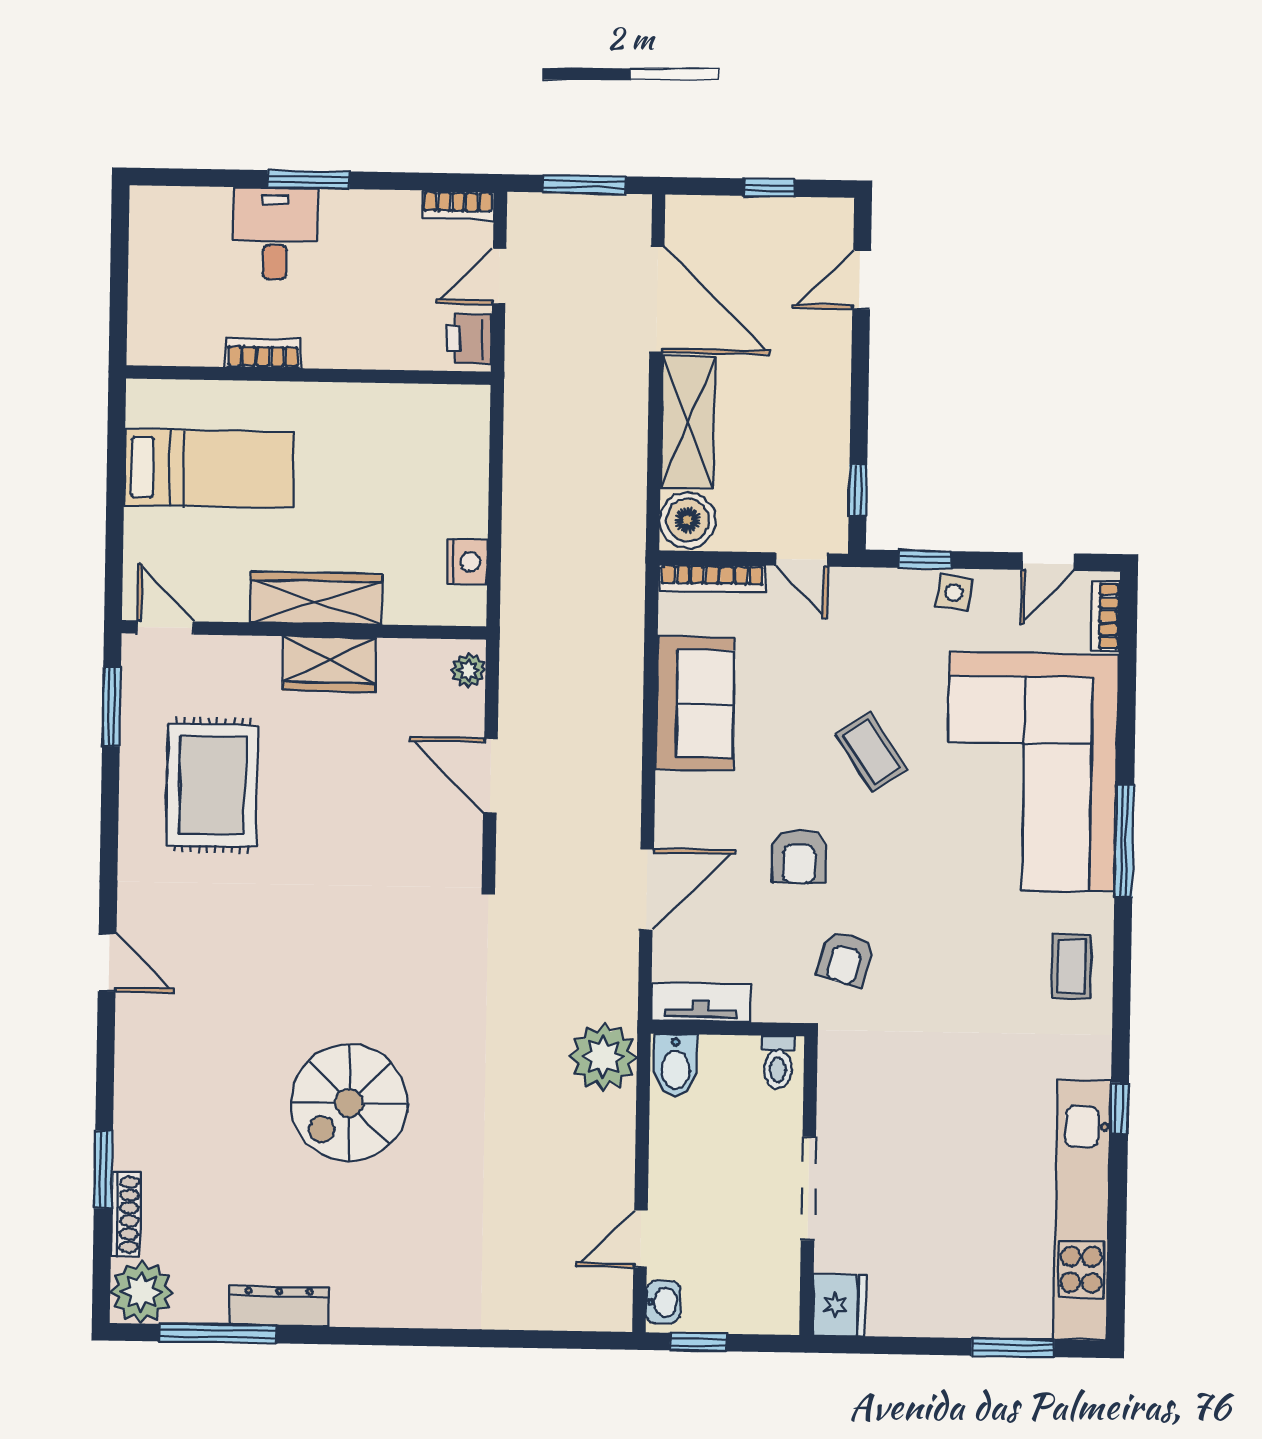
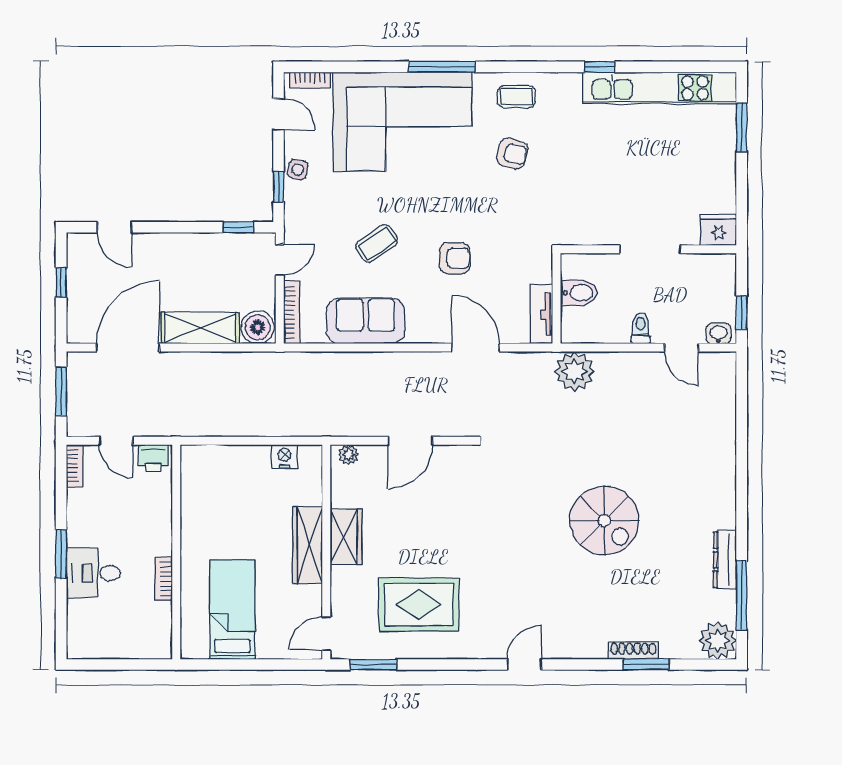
coffee table: (871, 752) -> (377, 243), moved
armchair: (846, 958) -> (512, 154), moved
toilet: (778, 1062) -> (641, 328), moved, turned -90
bidet: (676, 1065) -> (579, 293), moved
shoe rack: (126, 1214) -> (633, 651), moved

